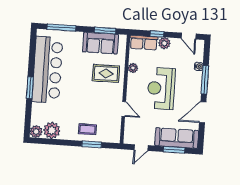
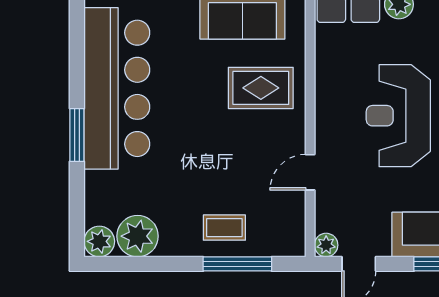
plant: (133, 68) -> (326, 245), moved
door: (124, 109) -> (310, 172), swing flipped
window: (92, 144) -> (237, 264), width x1.44

